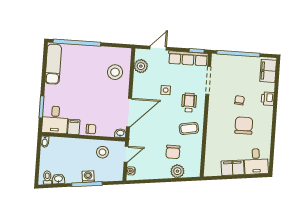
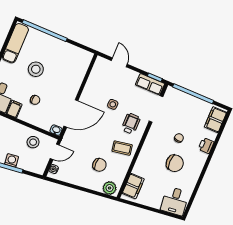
door: (158, 48) -> (119, 62), hinge flipped
row of seats: (188, 58) -> (150, 84), width x0.68
plant: (141, 66) -> (97, 74), removed
stool: (115, 72) -> (36, 69), moved
chair: (244, 126) -> (175, 163), turned 90
chair: (91, 129) -> (35, 100), moved
chair: (173, 152) -> (99, 165), turned -90
filing cabinet: (233, 168) -> (133, 186), moved, turned 97
plant: (177, 171) -> (110, 188), moved

